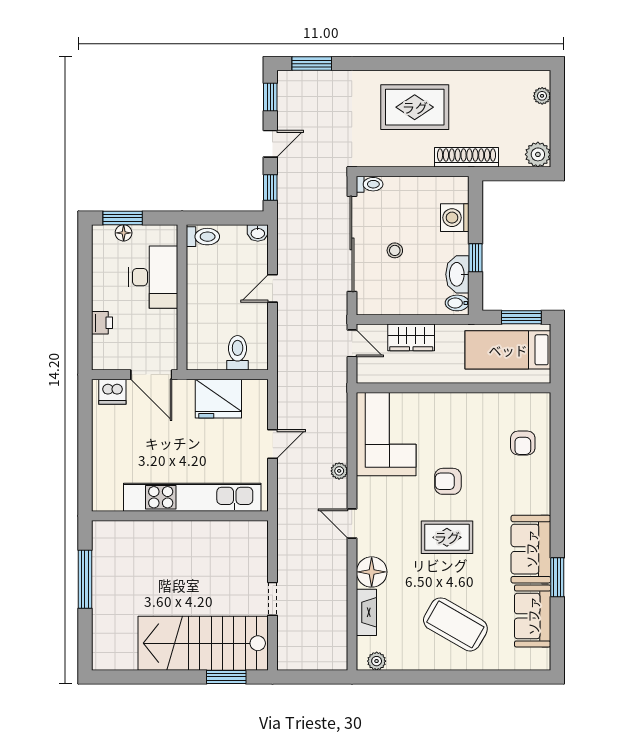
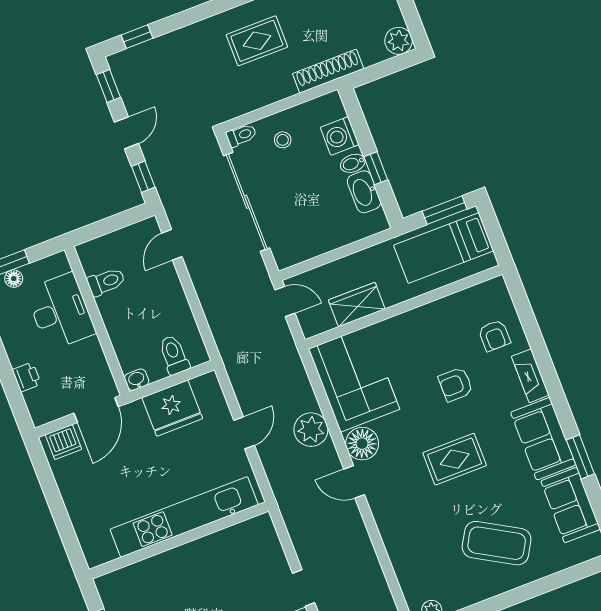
window: (312, 64) -> (137, 37), width x0.67
rug: (415, 107) -> (257, 41), width x0.73, depth x0.70
washbasin: (258, 233) -> (137, 380), moved, turned 180
toilet: (203, 237) -> (106, 282), moved
stool: (395, 250) -> (283, 140), moved
door: (273, 288) -> (172, 245), moved
bidet: (457, 303) -> (353, 163), moved
wardrobe: (411, 337) -> (357, 304), moved, turned 180
door: (151, 375) -> (96, 410), hinge flipped
plant: (339, 471) -> (311, 430), width x1.87, depth x1.87
armchair: (448, 481) -> (456, 384), moved
floor lamp: (372, 572) -> (362, 444), moved
fireplace: (366, 612) -> (530, 376), moved, turned 180

